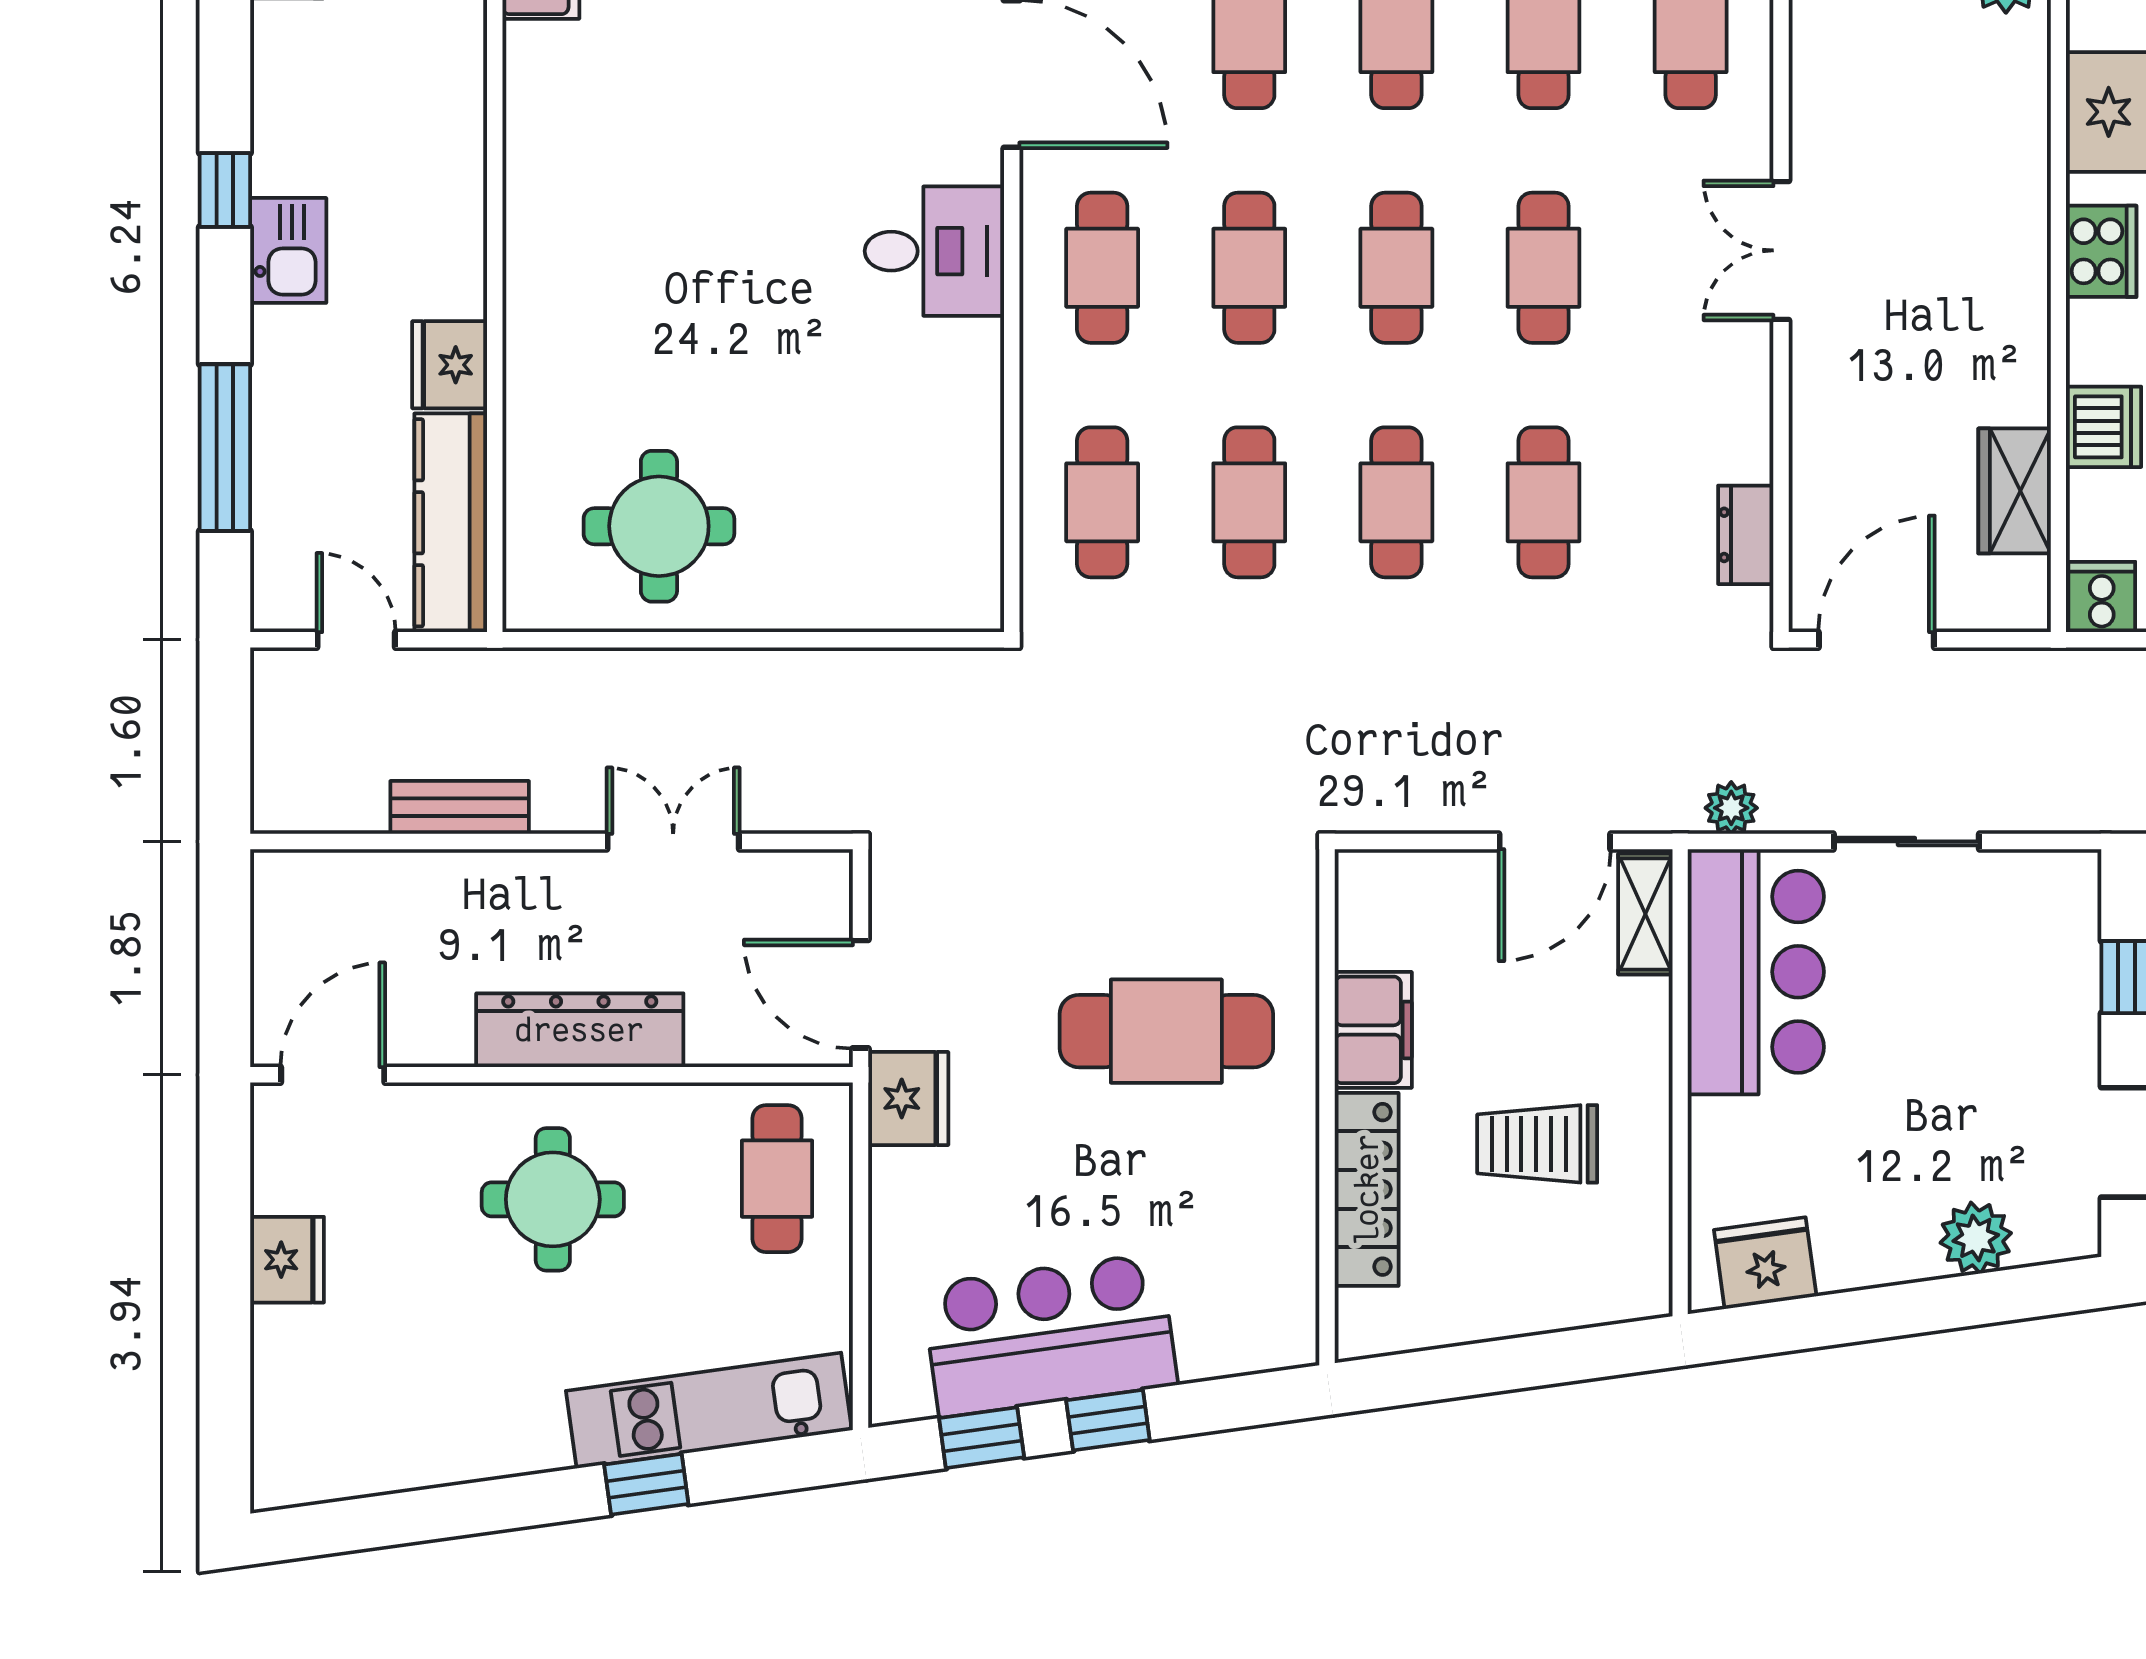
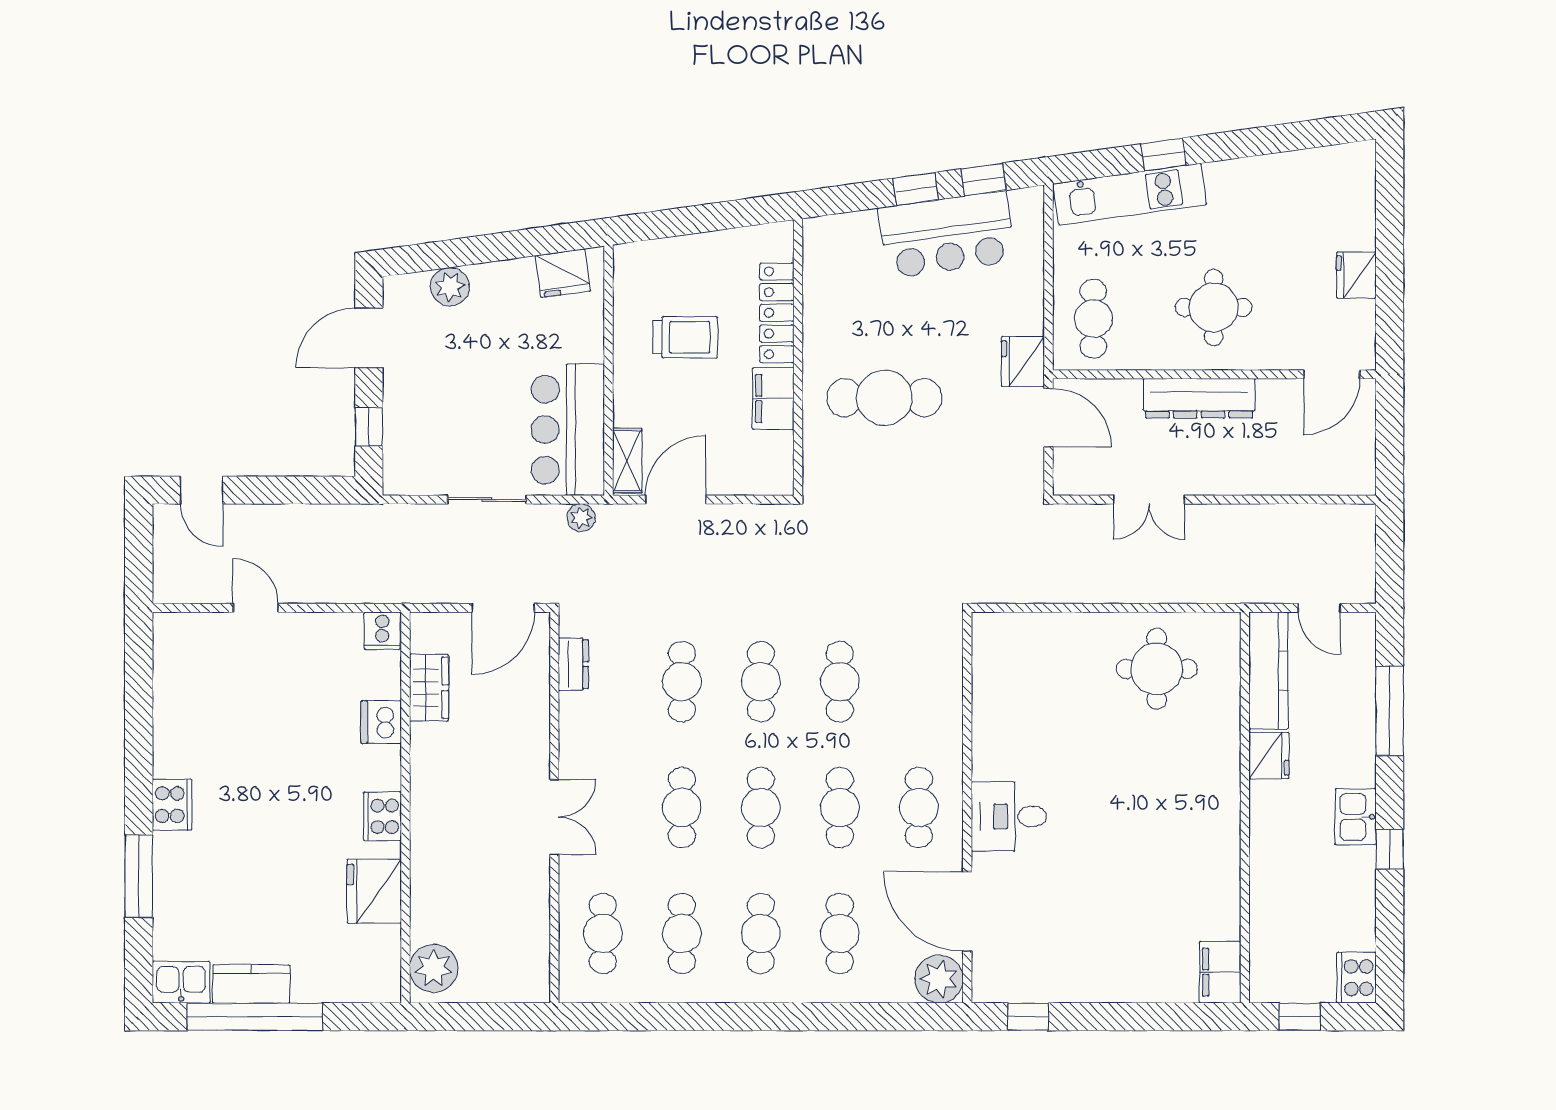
cafe table: (1102, 502) -> (919, 682), removed
bench: (460, 807) -> (1264, 518), removed

